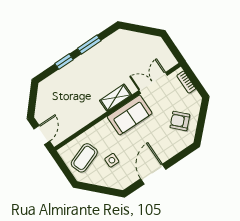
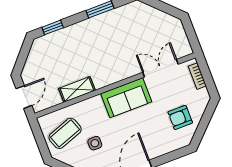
window: (64, 62) -> (53, 27), moved
shelving: (115, 98) -> (77, 89), moved
armchair: (180, 121) -> (180, 117), turned -45

